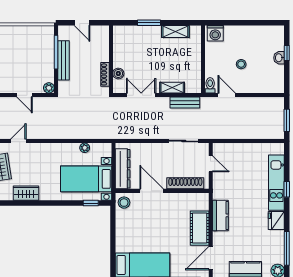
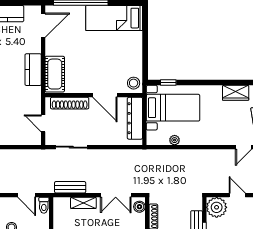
boiler: (118, 73) -> (139, 207), moved
plant: (49, 88) -> (217, 207), width x1.88, depth x1.88
cot: (200, 228) -> (55, 74), moved

